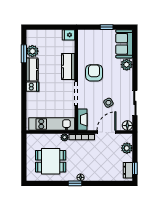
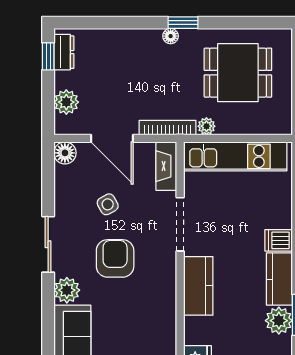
armchair: (94, 73) -> (115, 258), moved, turned 180
sliding door: (135, 103) -> (48, 244), moved
door: (106, 132) -> (112, 138), hinge flipped

